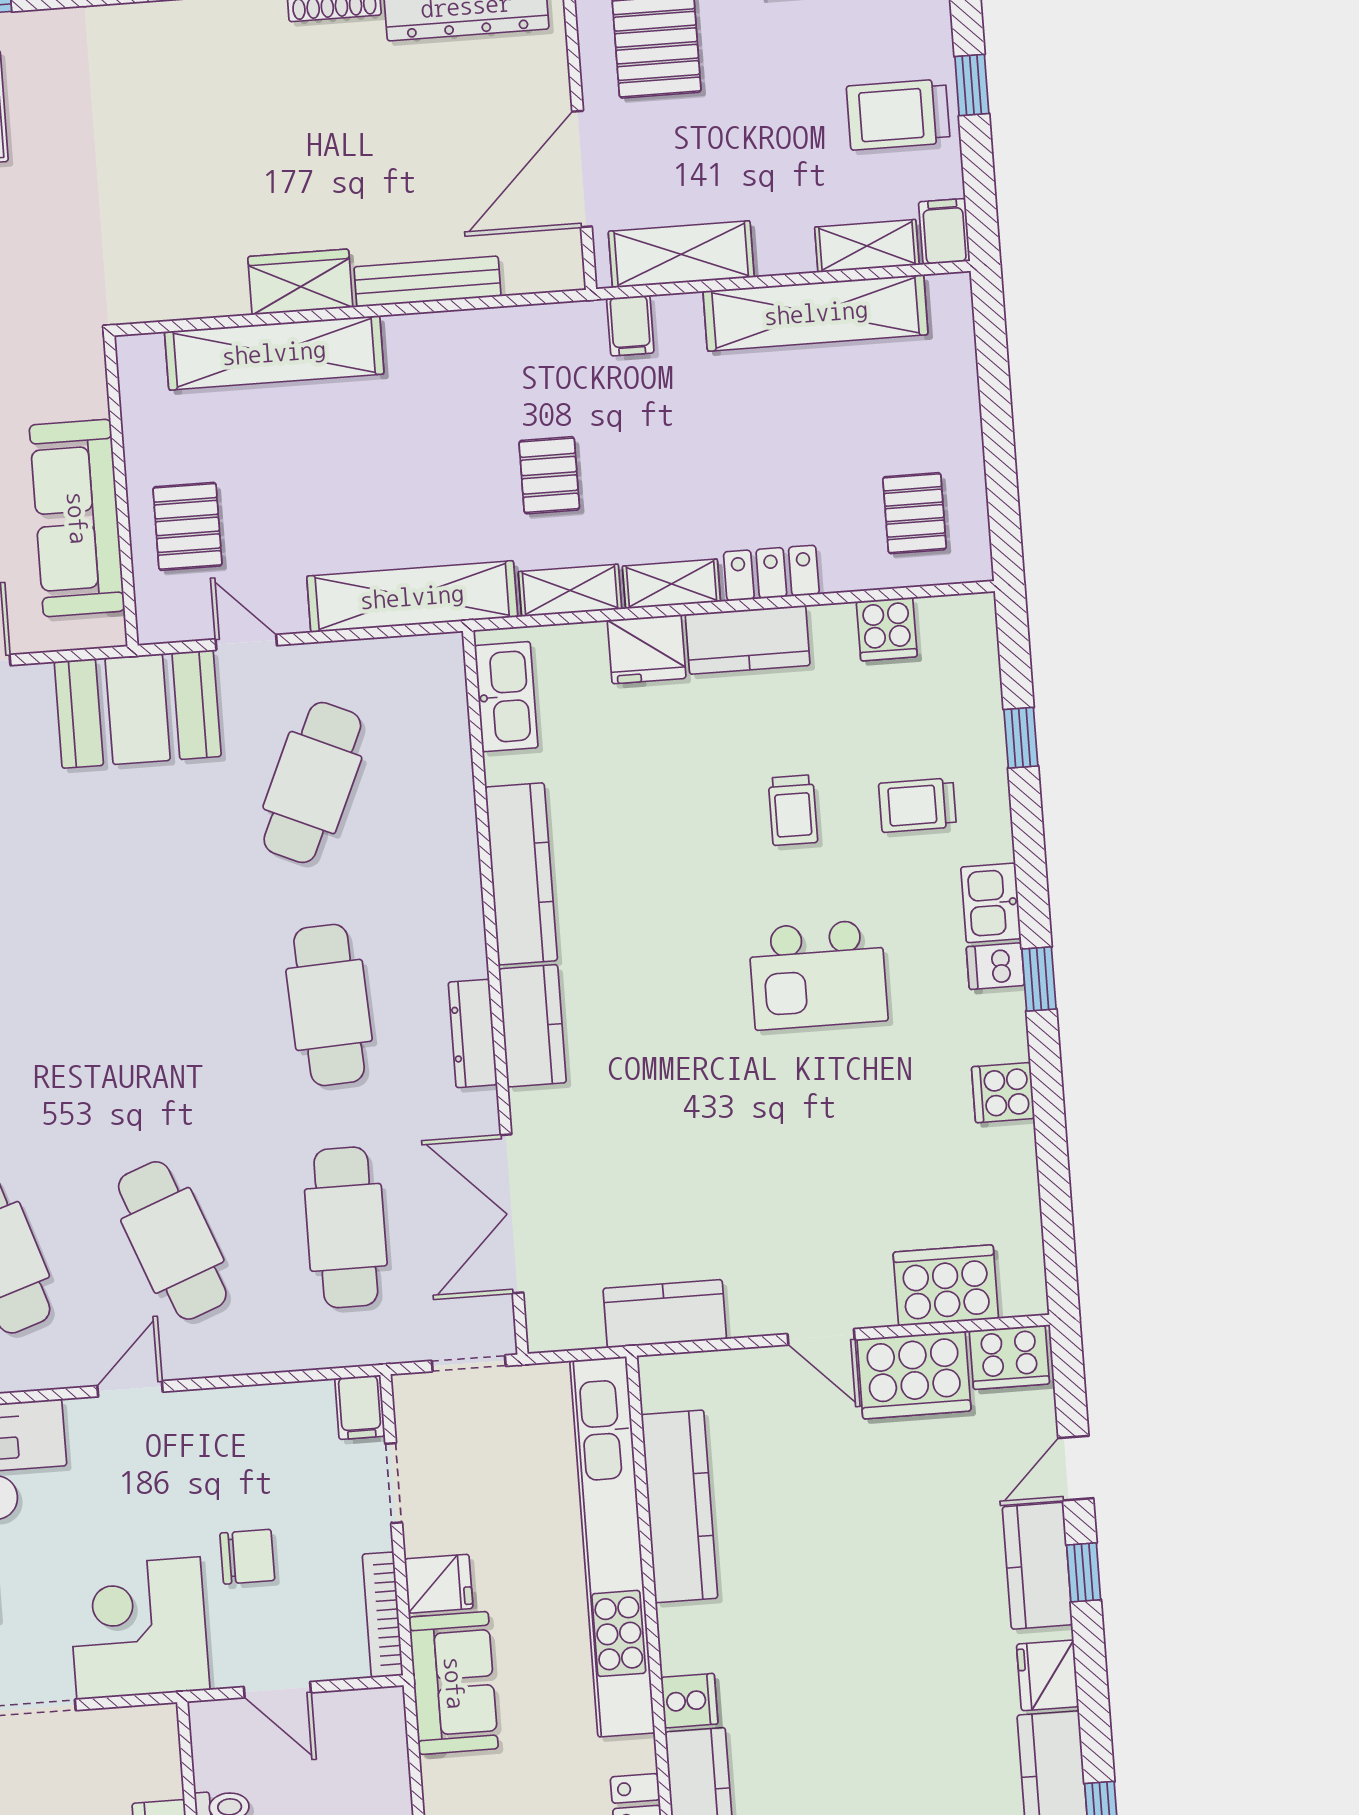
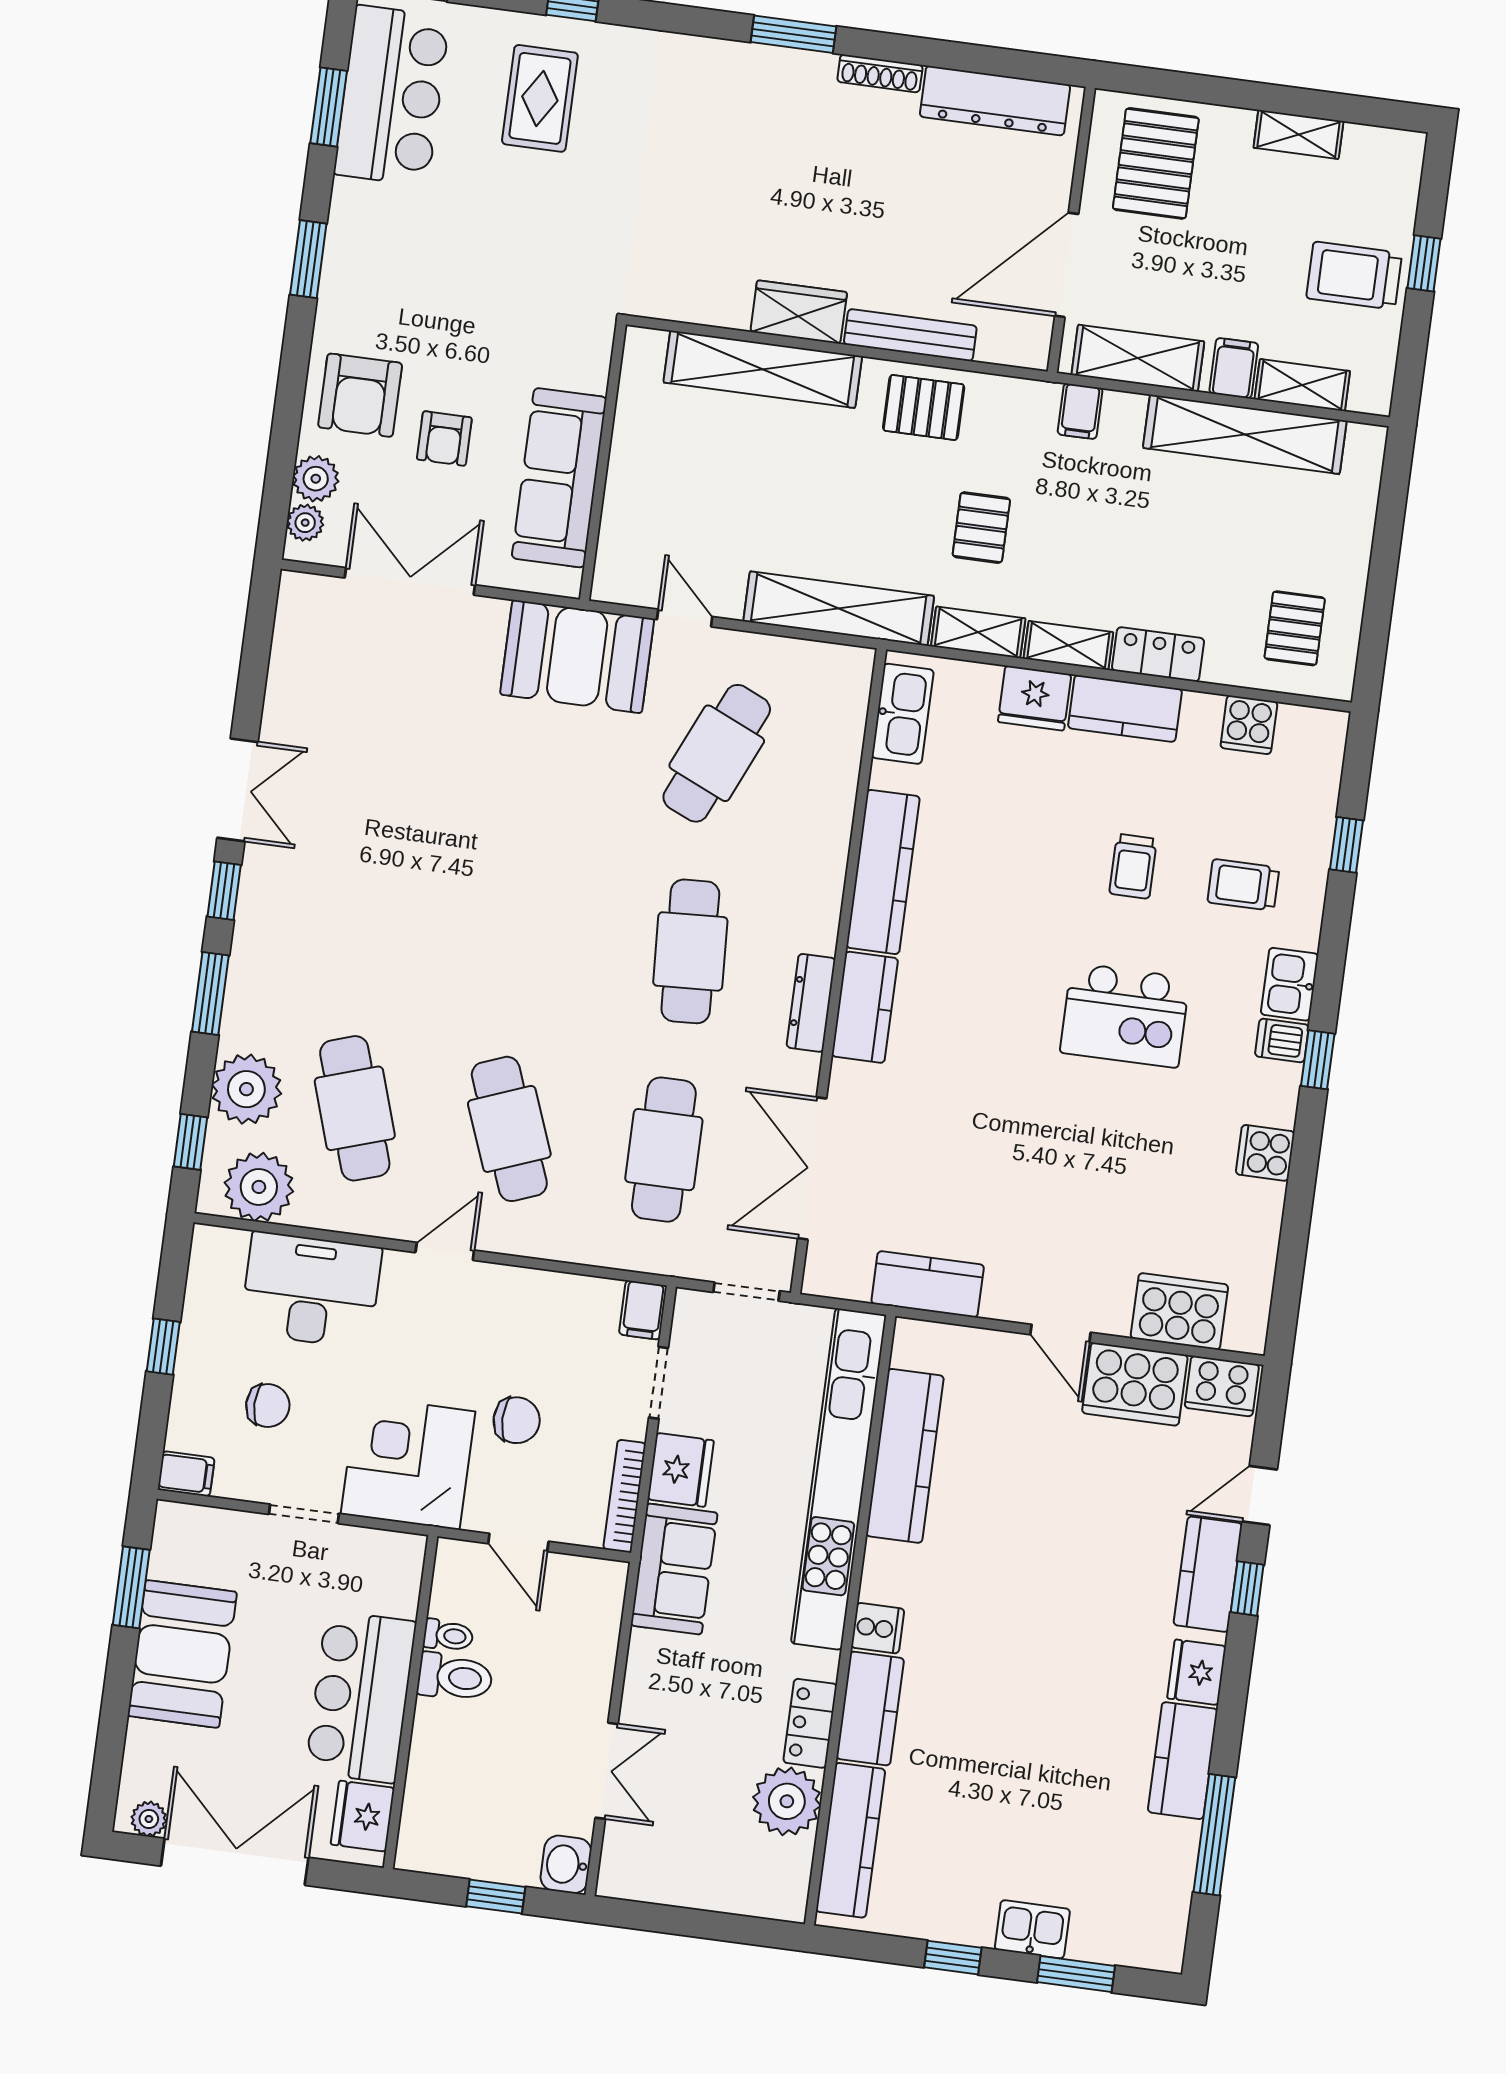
filing cabinet: (944, 231) -> (1234, 368), moved
pallet: (187, 526) -> (924, 407), moved, turned 90
fridge: (439, 1584) -> (681, 1470), width x1.38

